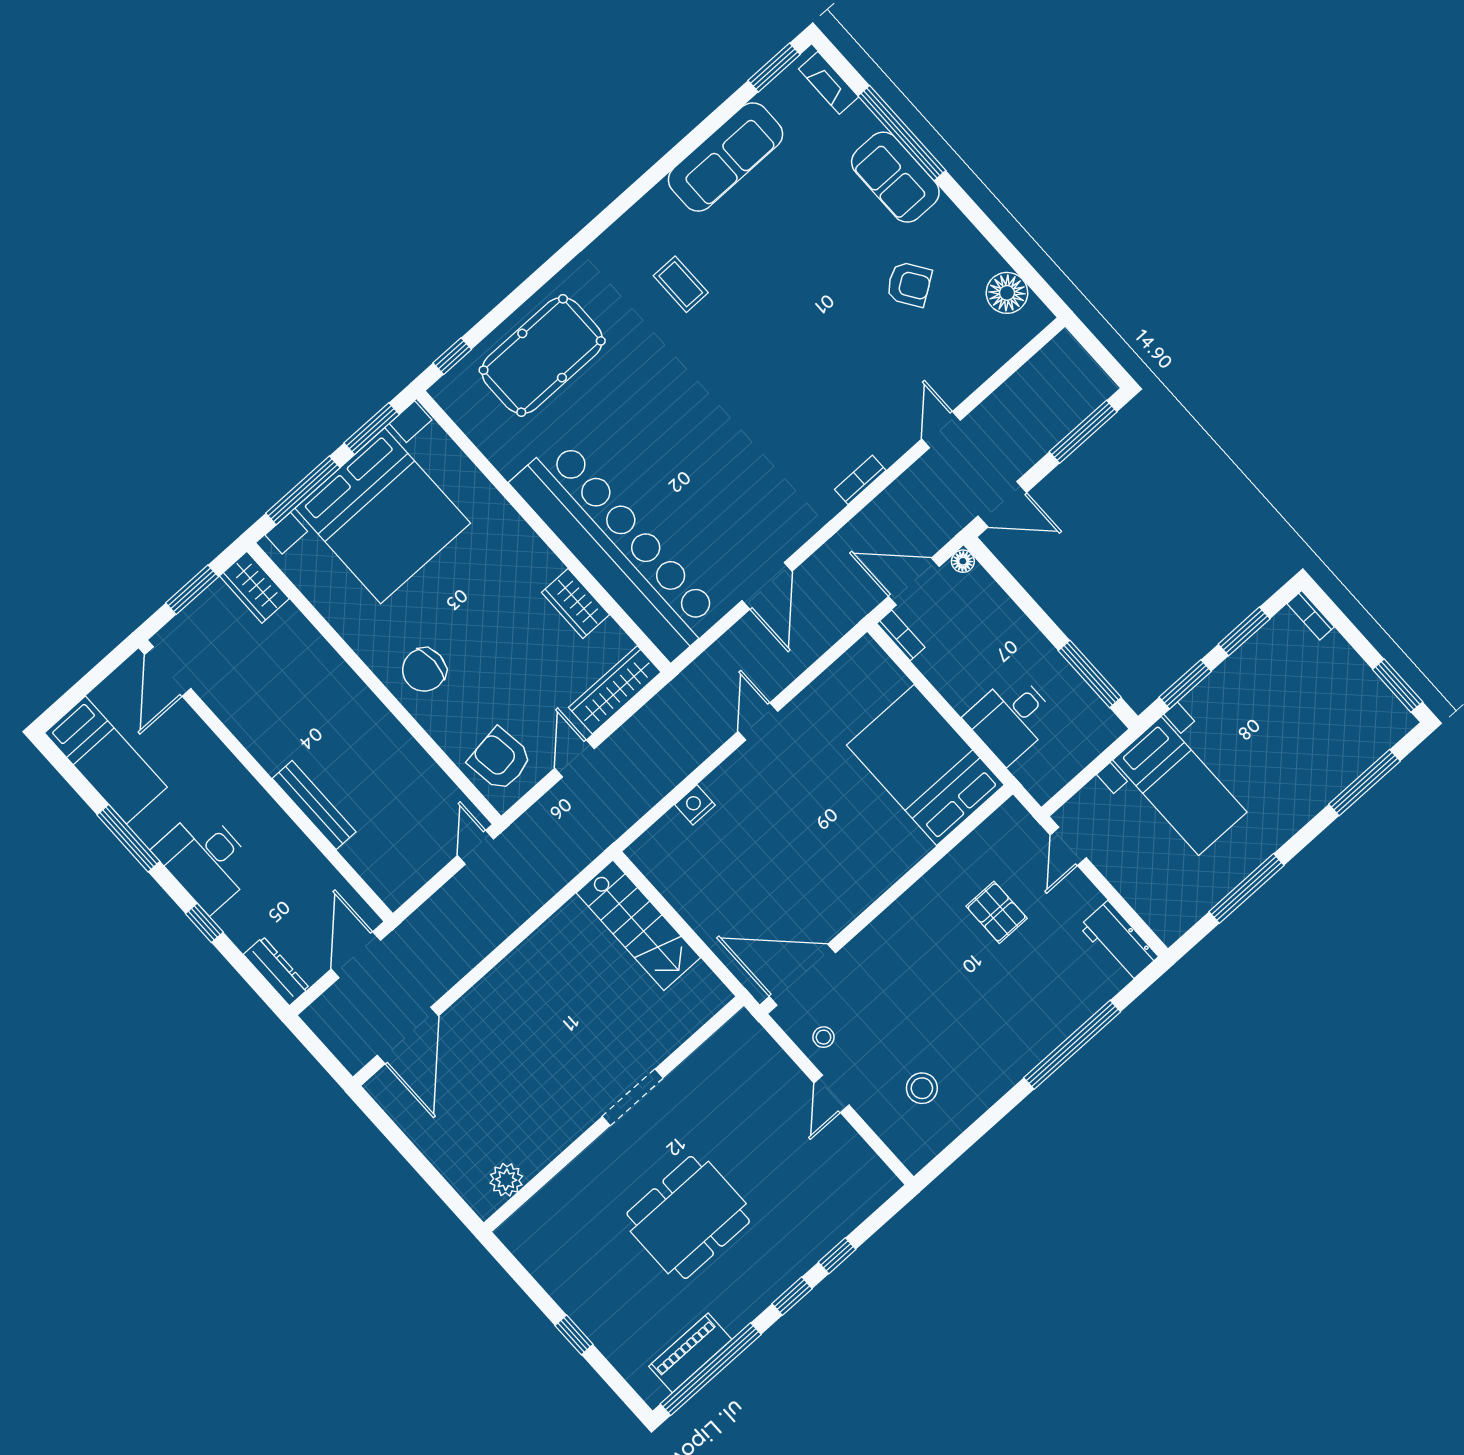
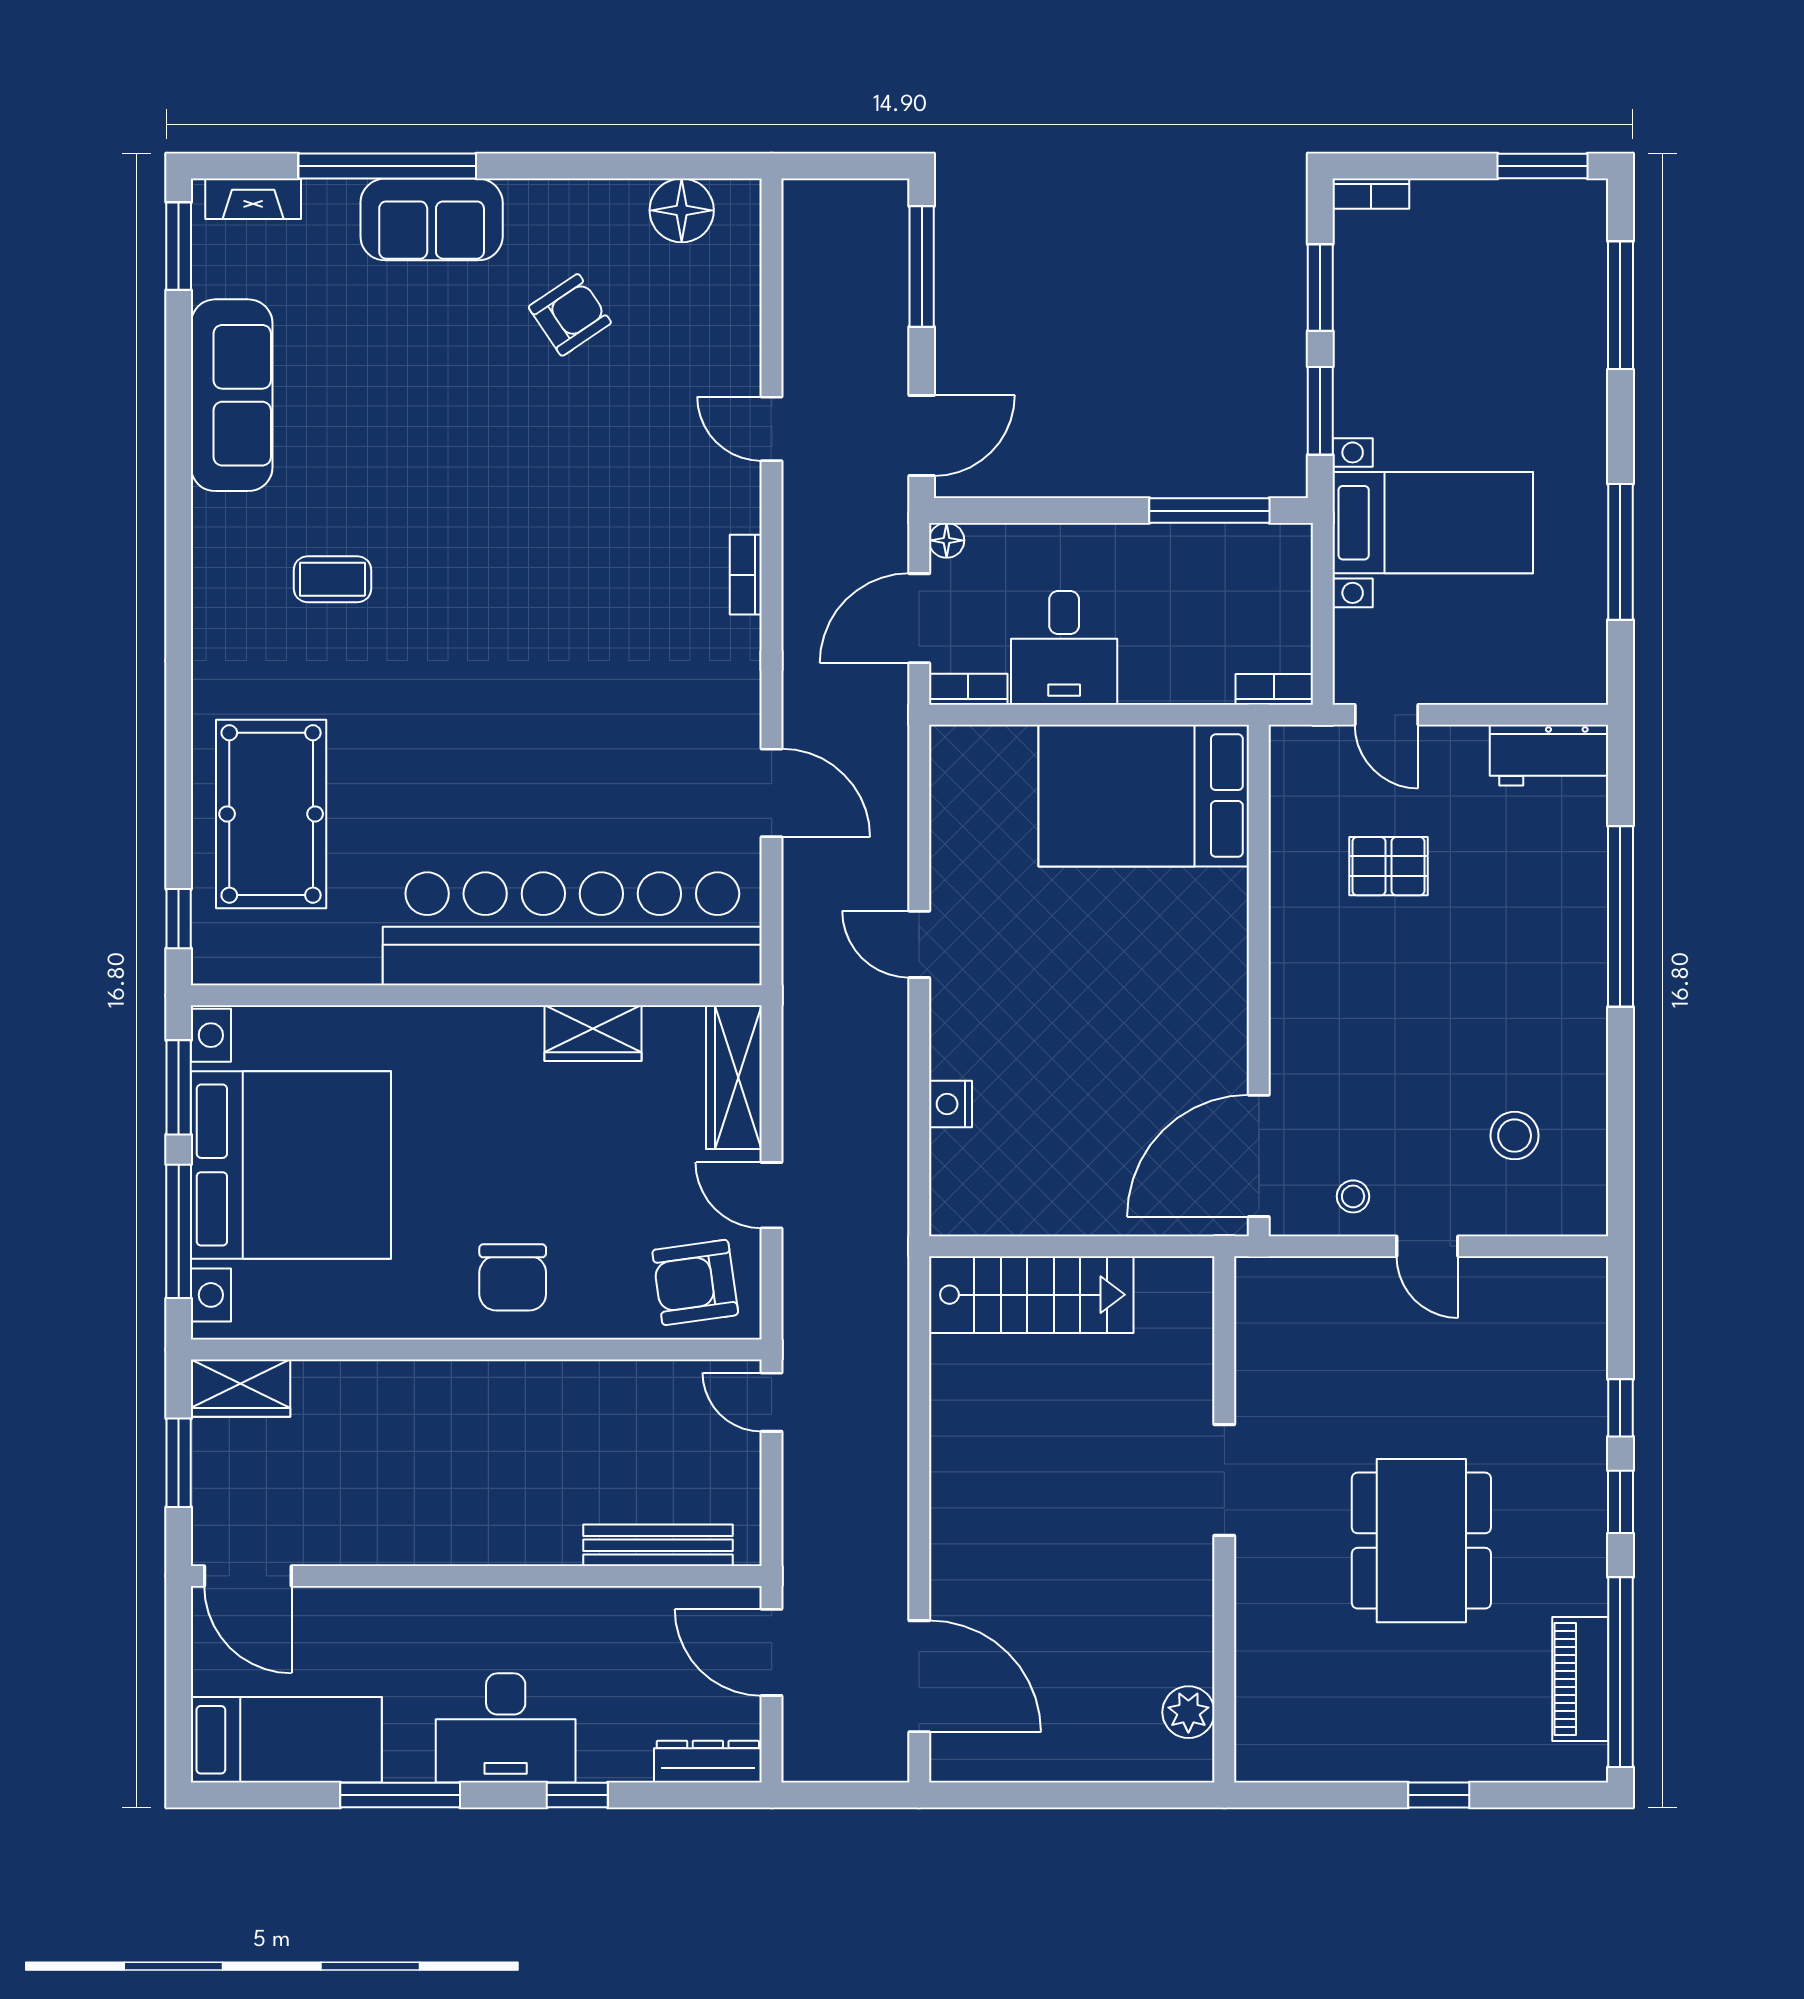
desk: (1011, 718) -> (1064, 648), moved
bookcase: (1032, 782) -> (1274, 689), added
bench: (314, 805) -> (658, 1545), moved

